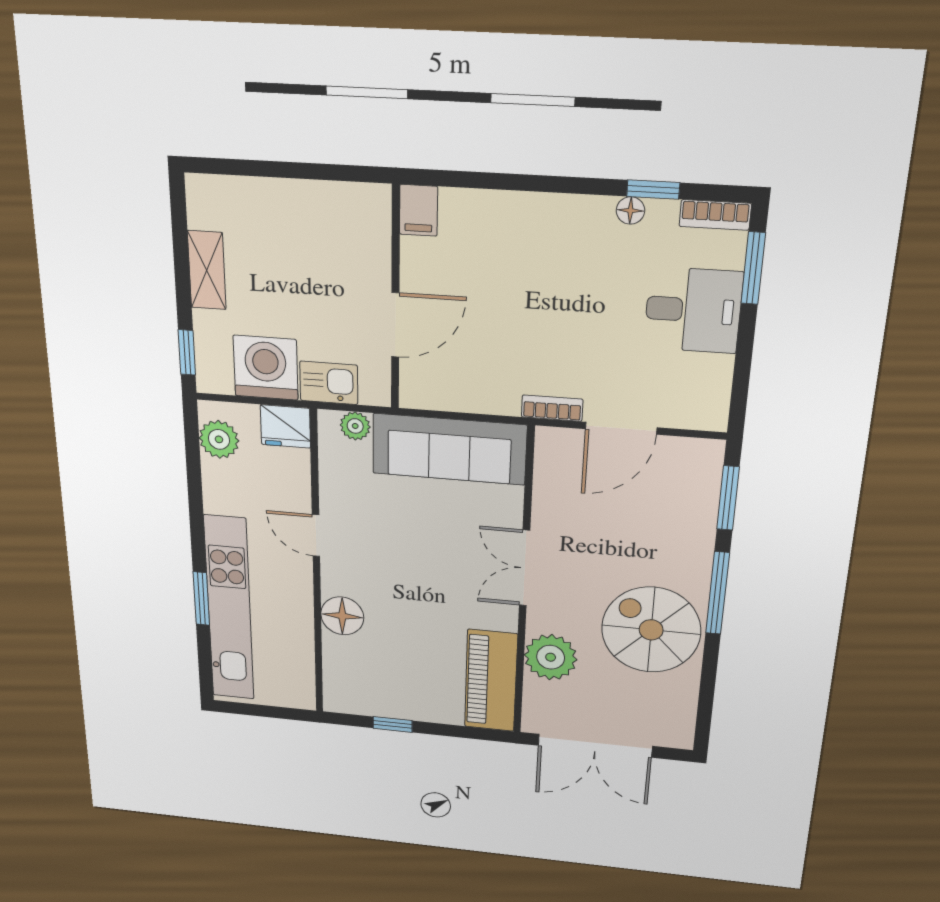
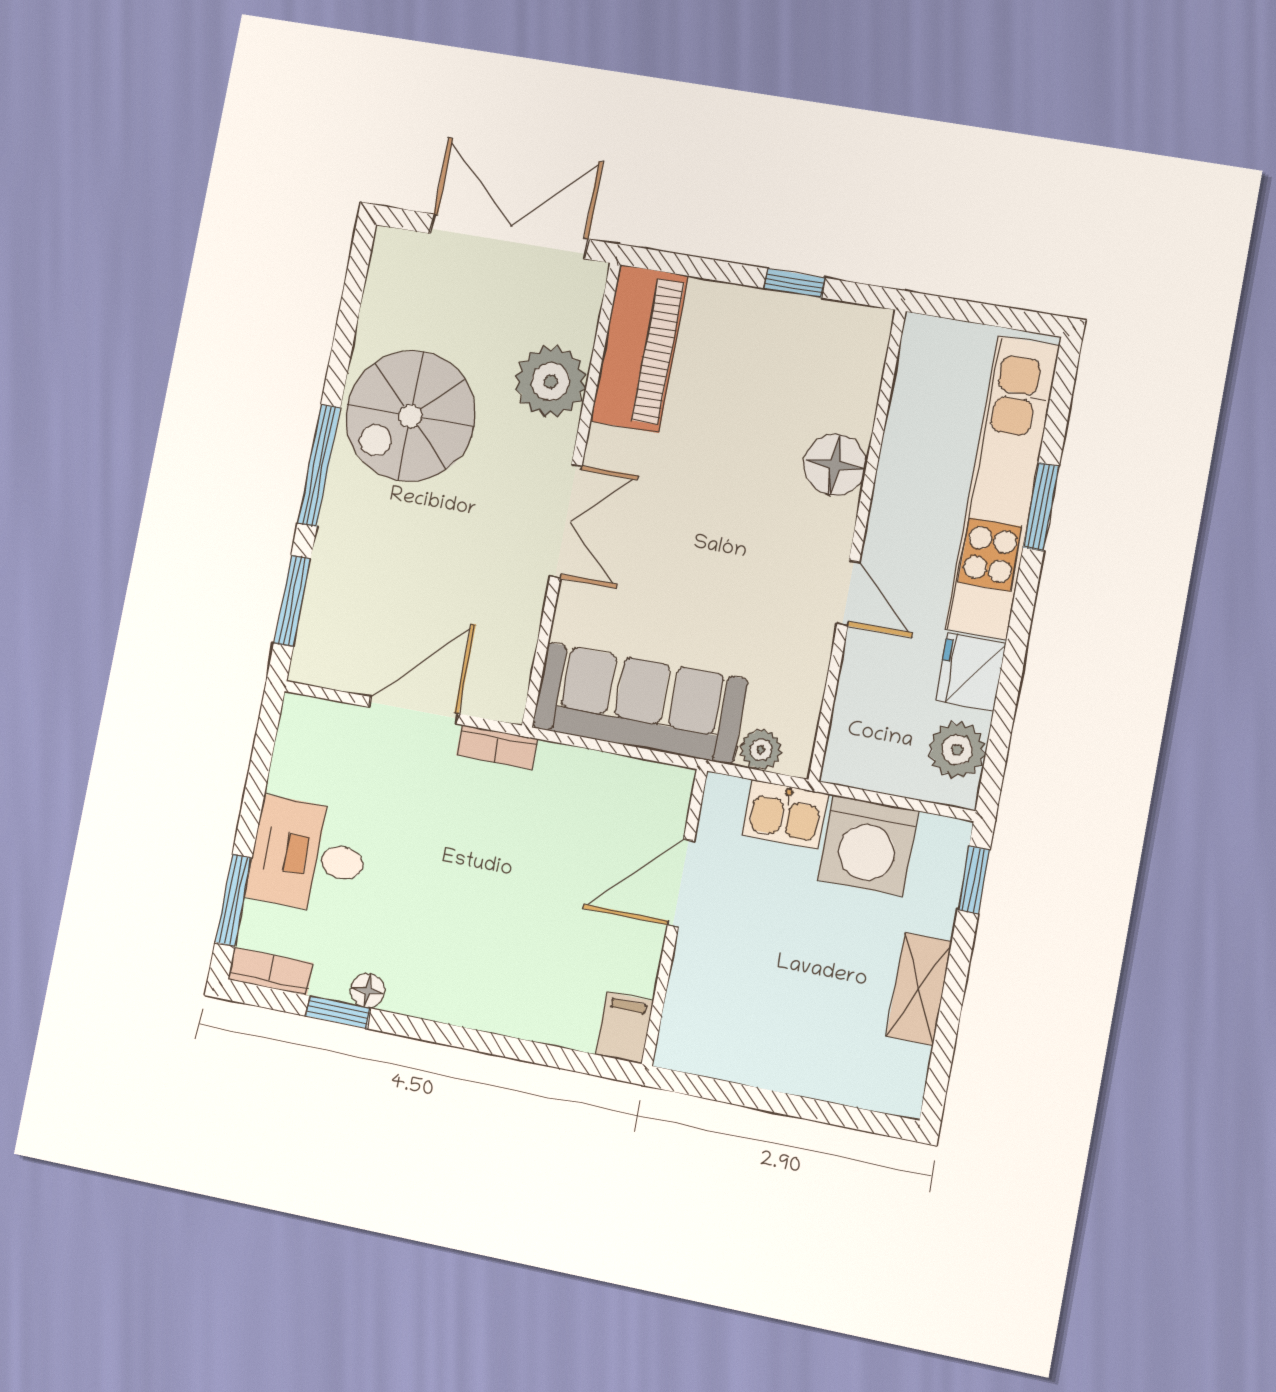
fridge: (286, 426) -> (970, 672), moved, turned -90
spiral stairs: (651, 630) -> (410, 416), turned 90

